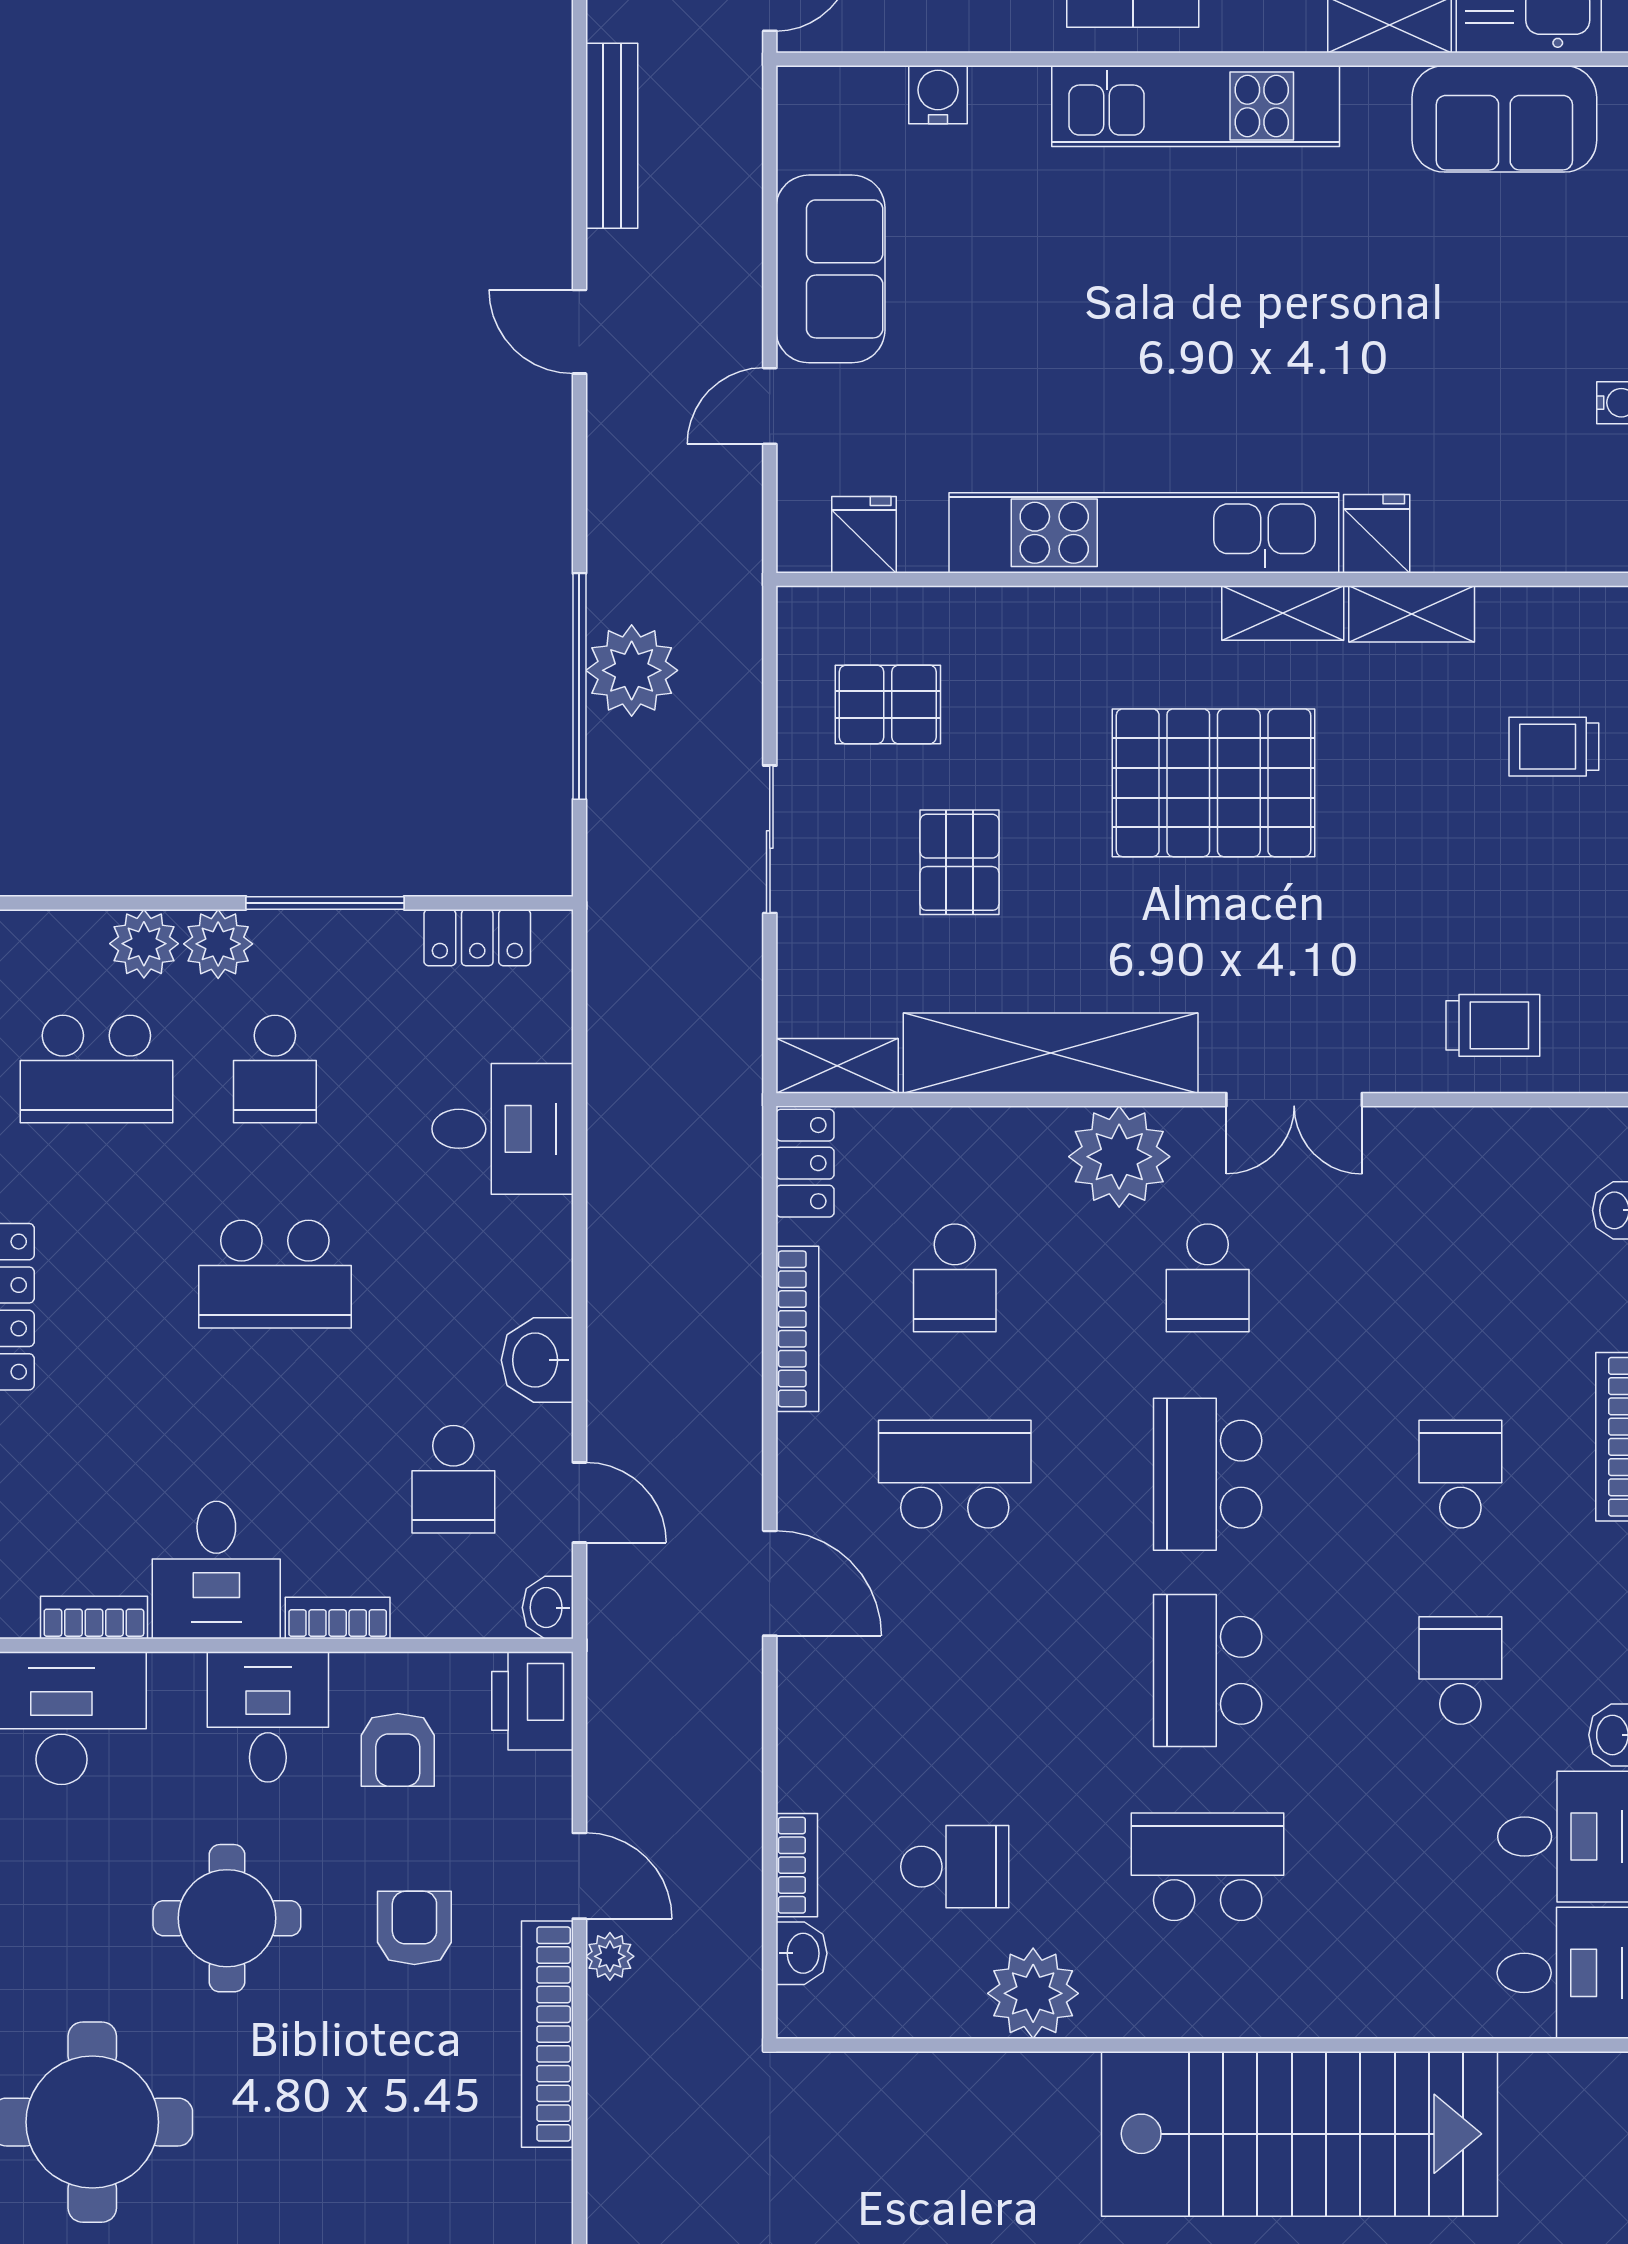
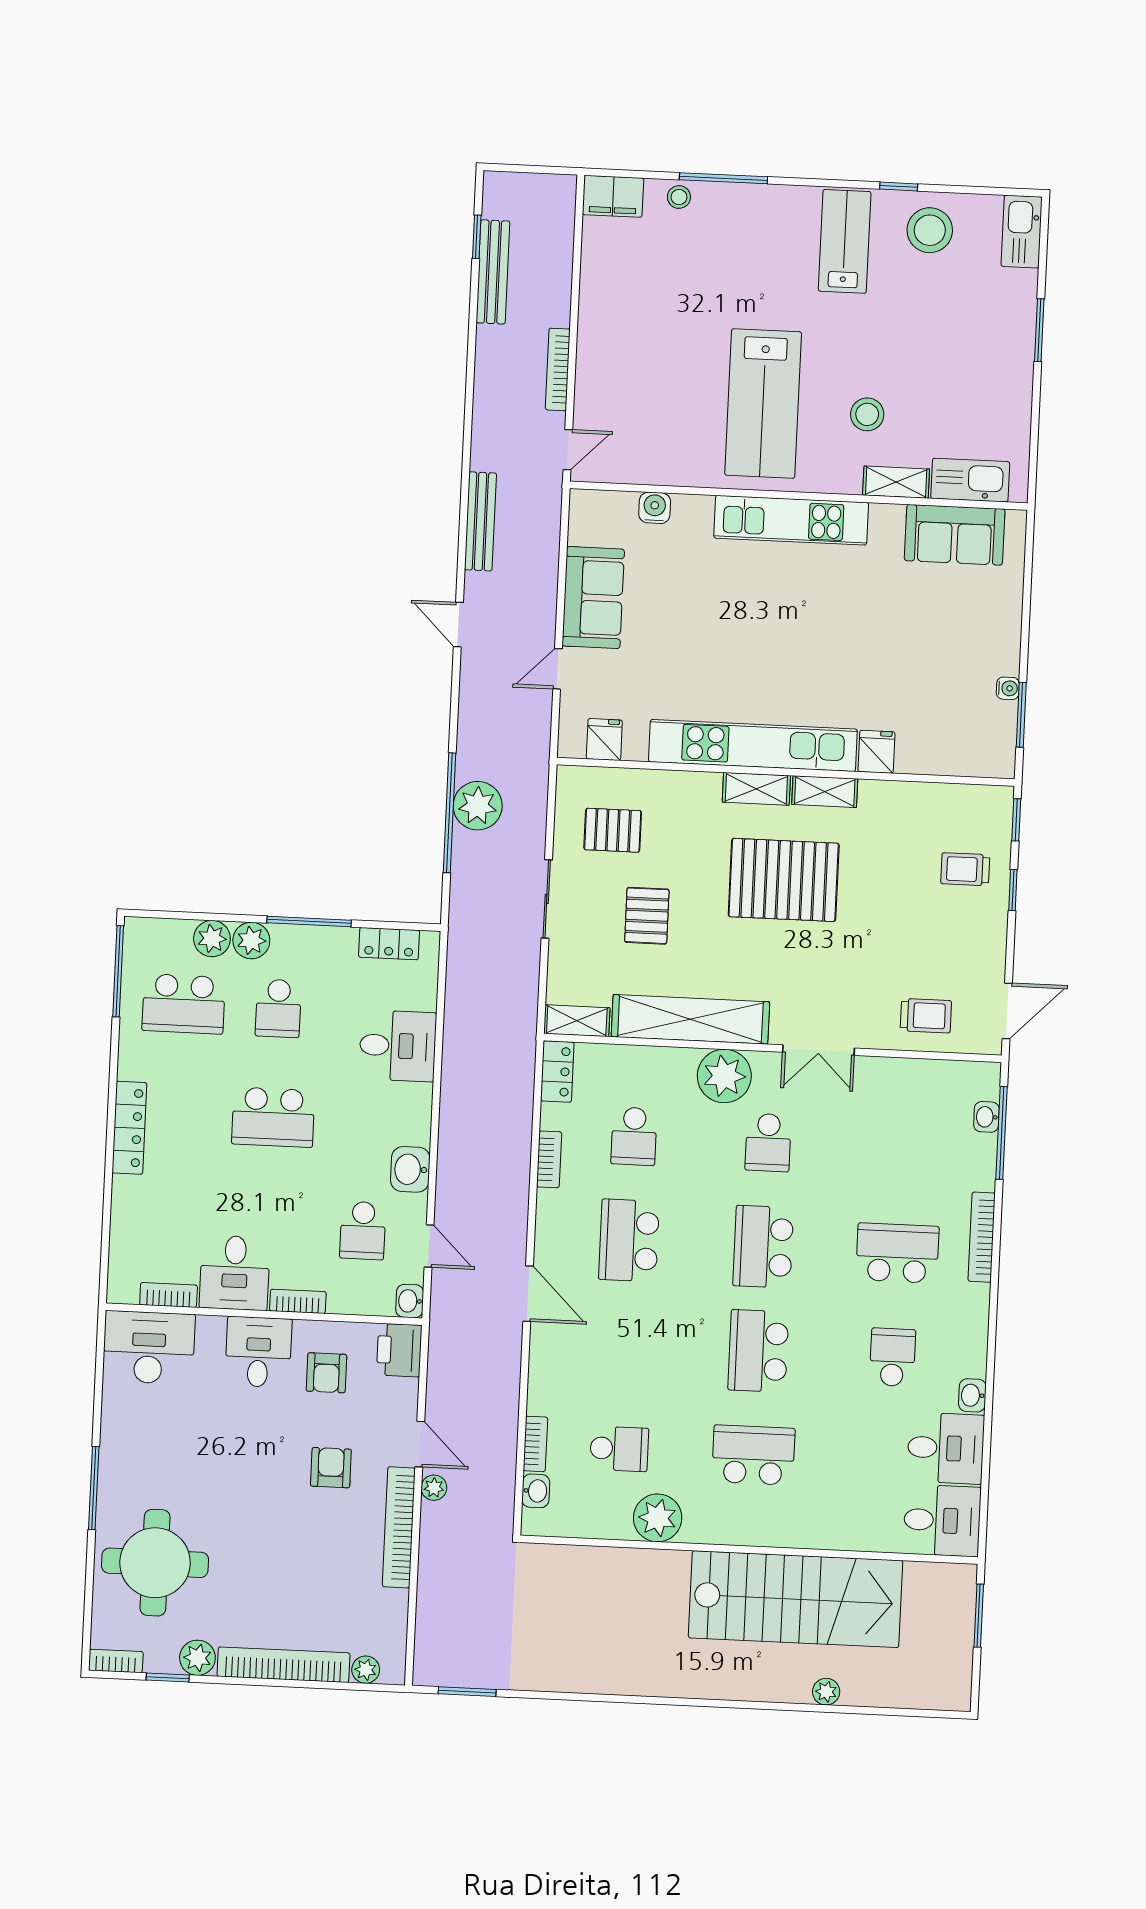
shelving: (1412, 614) -> (756, 789), moved
bookcase: (797, 1329) -> (549, 1159), width x0.64
school desk: (955, 1474) -> (629, 1240), turned -90
school desk: (1460, 1474) -> (897, 1253), width x1.85
round table: (227, 1918) -> (232, 1458), removed

